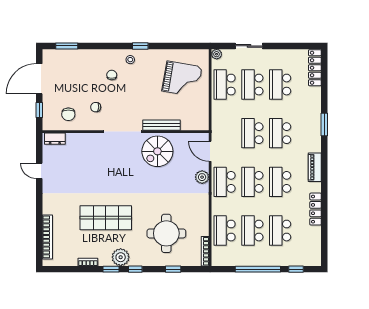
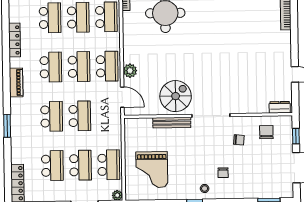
grand piano: (182, 79) -> (152, 170), turned -100
shop shelf: (106, 218) -> (227, 28), removed

